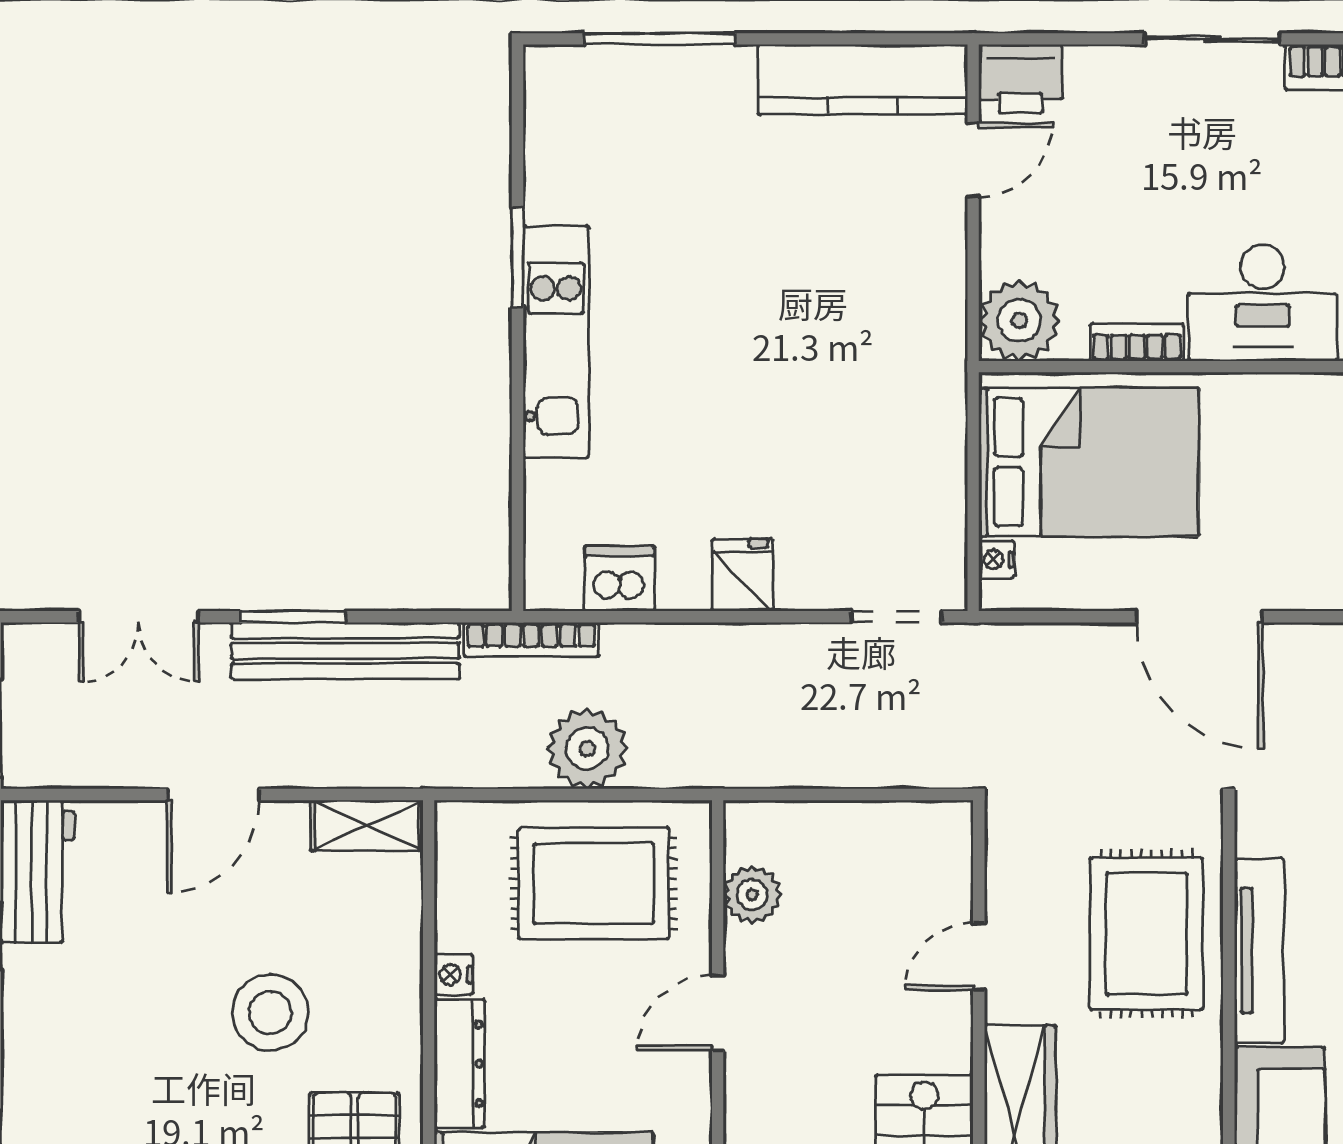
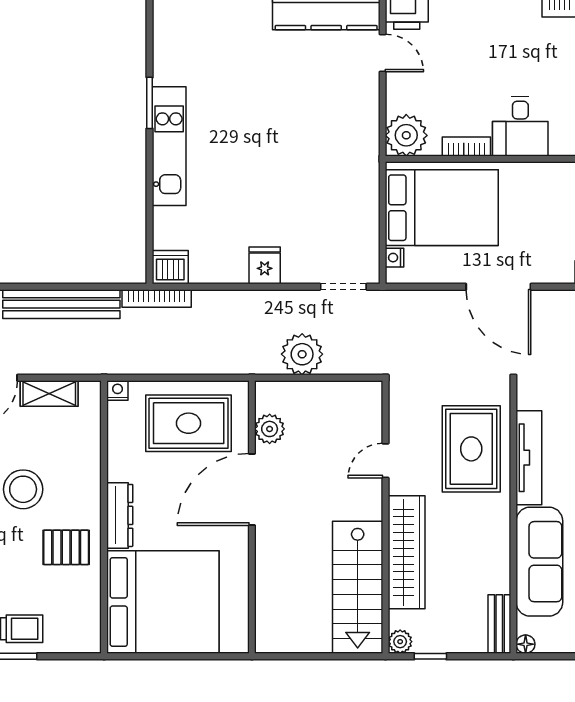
door: (973, 160) -> (383, 53), hinge flipped
desk: (1262, 303) -> (520, 126), width x0.73
dishwasher: (619, 578) -> (170, 267), moved
window: (293, 617) -> (35, 287), removed
plant: (587, 749) -> (302, 354), moved
shelving: (367, 825) -> (49, 394), moved
nightstand: (453, 975) -> (118, 390), moved, turned 90
door: (718, 1013) -> (252, 489), width x1.87

